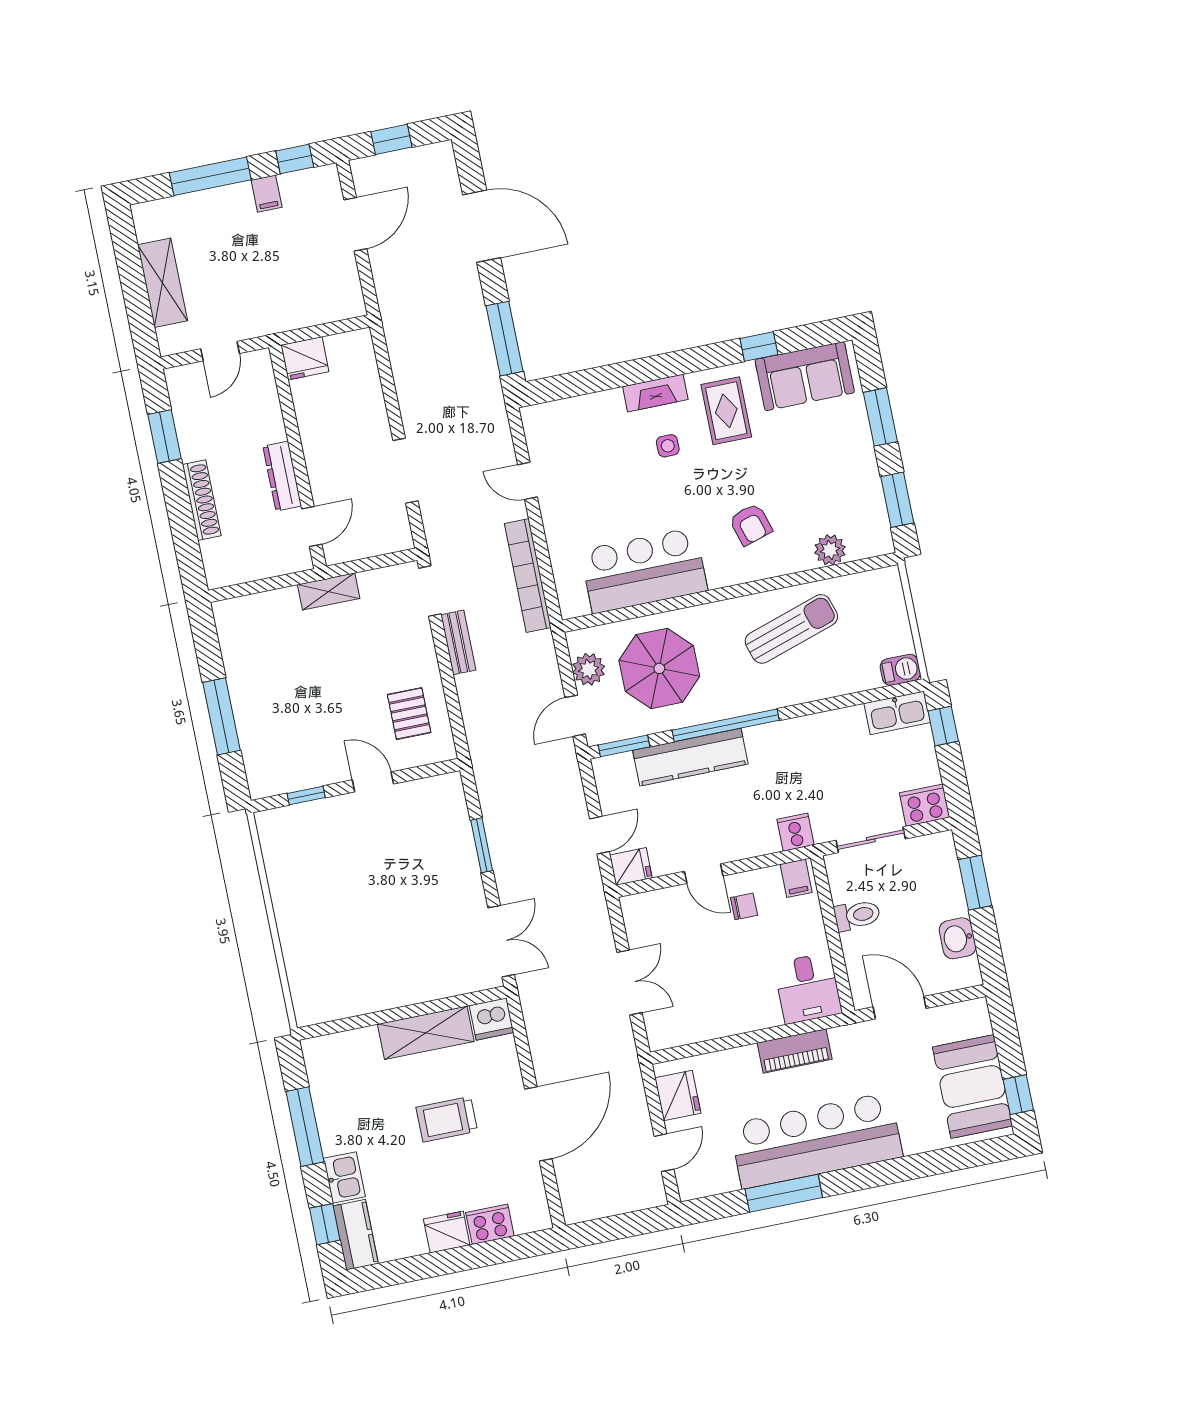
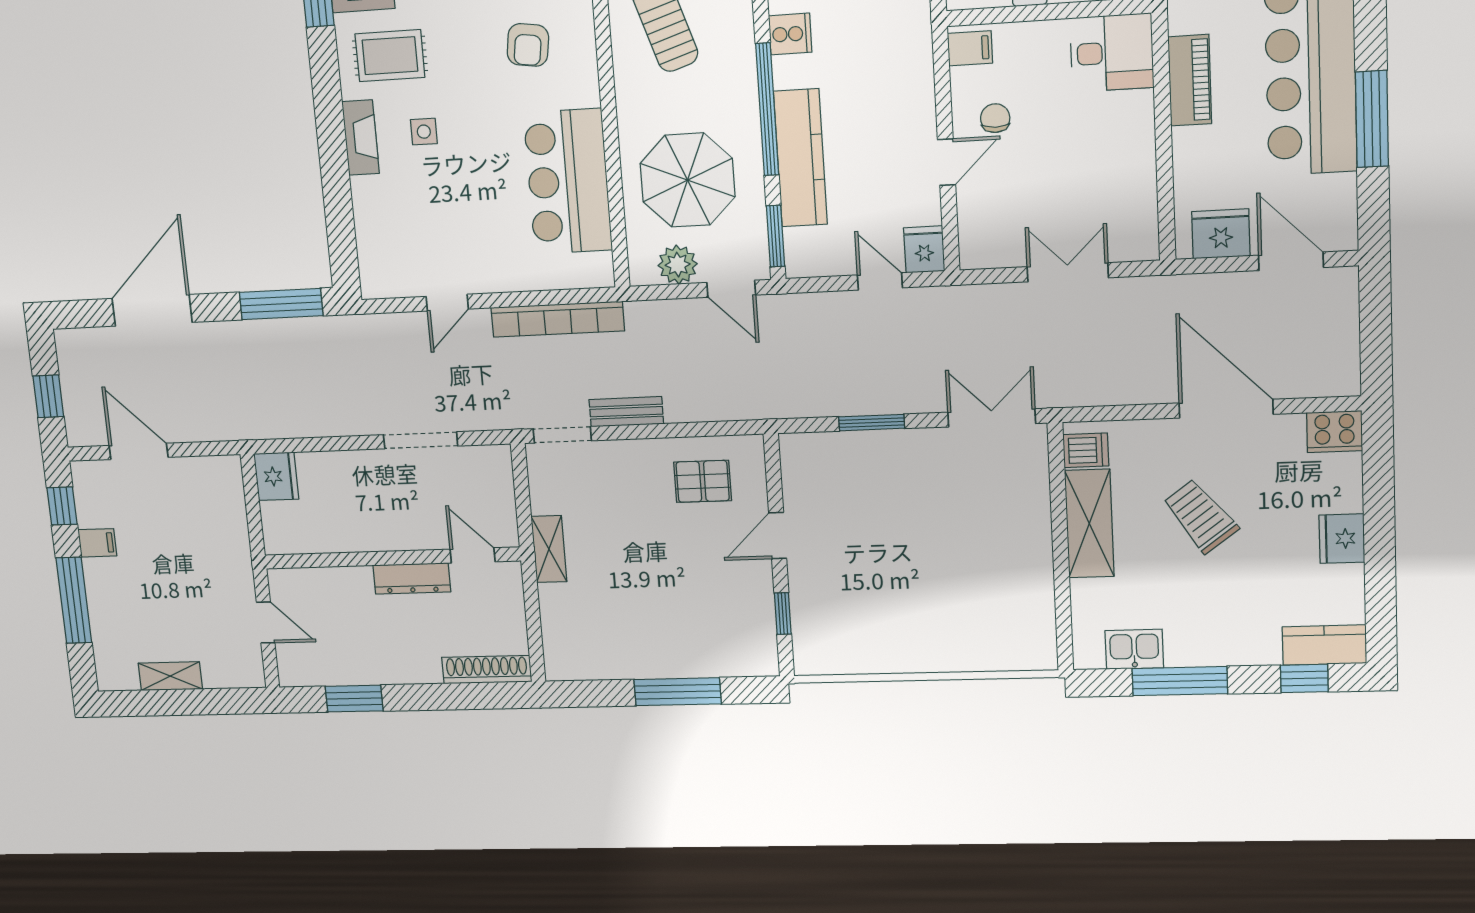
shelving: (163, 283) -> (170, 676), width x0.67, depth x0.75
fridge: (305, 358) -> (276, 476), moved
shoe rack: (202, 500) -> (487, 670), moved
armchair: (751, 524) -> (528, 45), turned 115
cooker: (795, 832) -> (790, 34), moved, turned 180
dishwasher: (491, 1019) -> (1086, 450), width x0.73
trolley: (447, 1119) -> (1200, 516), turned 143
door: (664, 1153) -> (1291, 261), width x1.38
kitchen sink: (344, 1178) -> (1134, 649), moved
cooker: (490, 1224) -> (1335, 432), moved, turned -90

